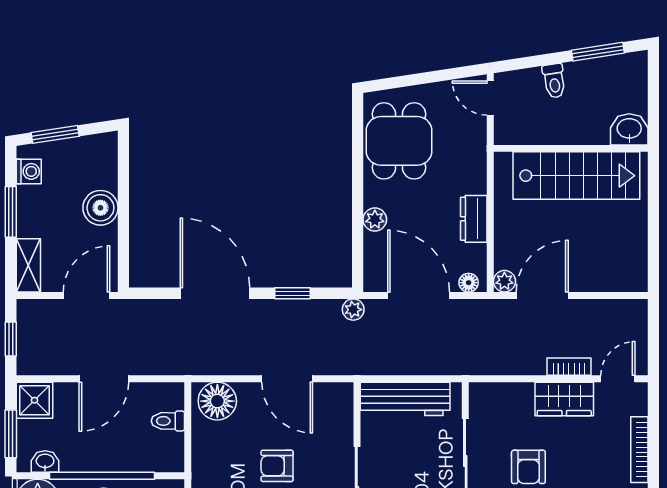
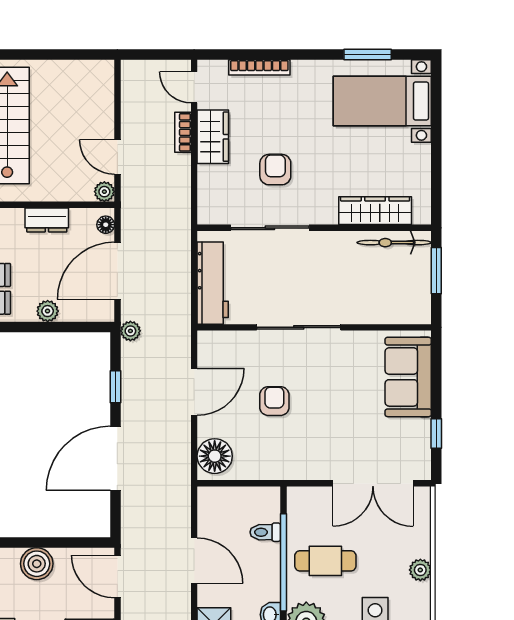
door: (542, 295) -> (117, 157), width x0.73
toilet: (168, 421) -> (265, 532), moved, turned 90
armchair: (277, 466) -> (274, 401), turned 180
armchair: (528, 467) -> (275, 170), turned -90

